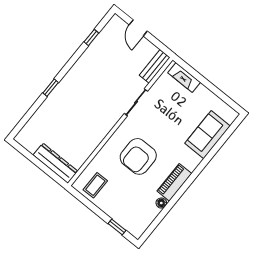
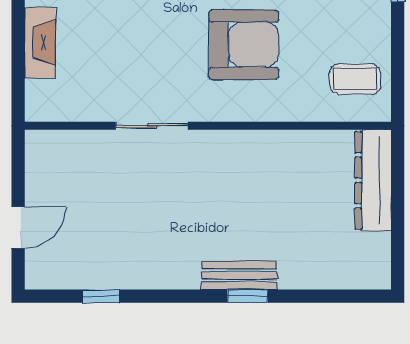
bench: (155, 66) -> (239, 275), moved
fireplace: (184, 77) -> (40, 42), moved

